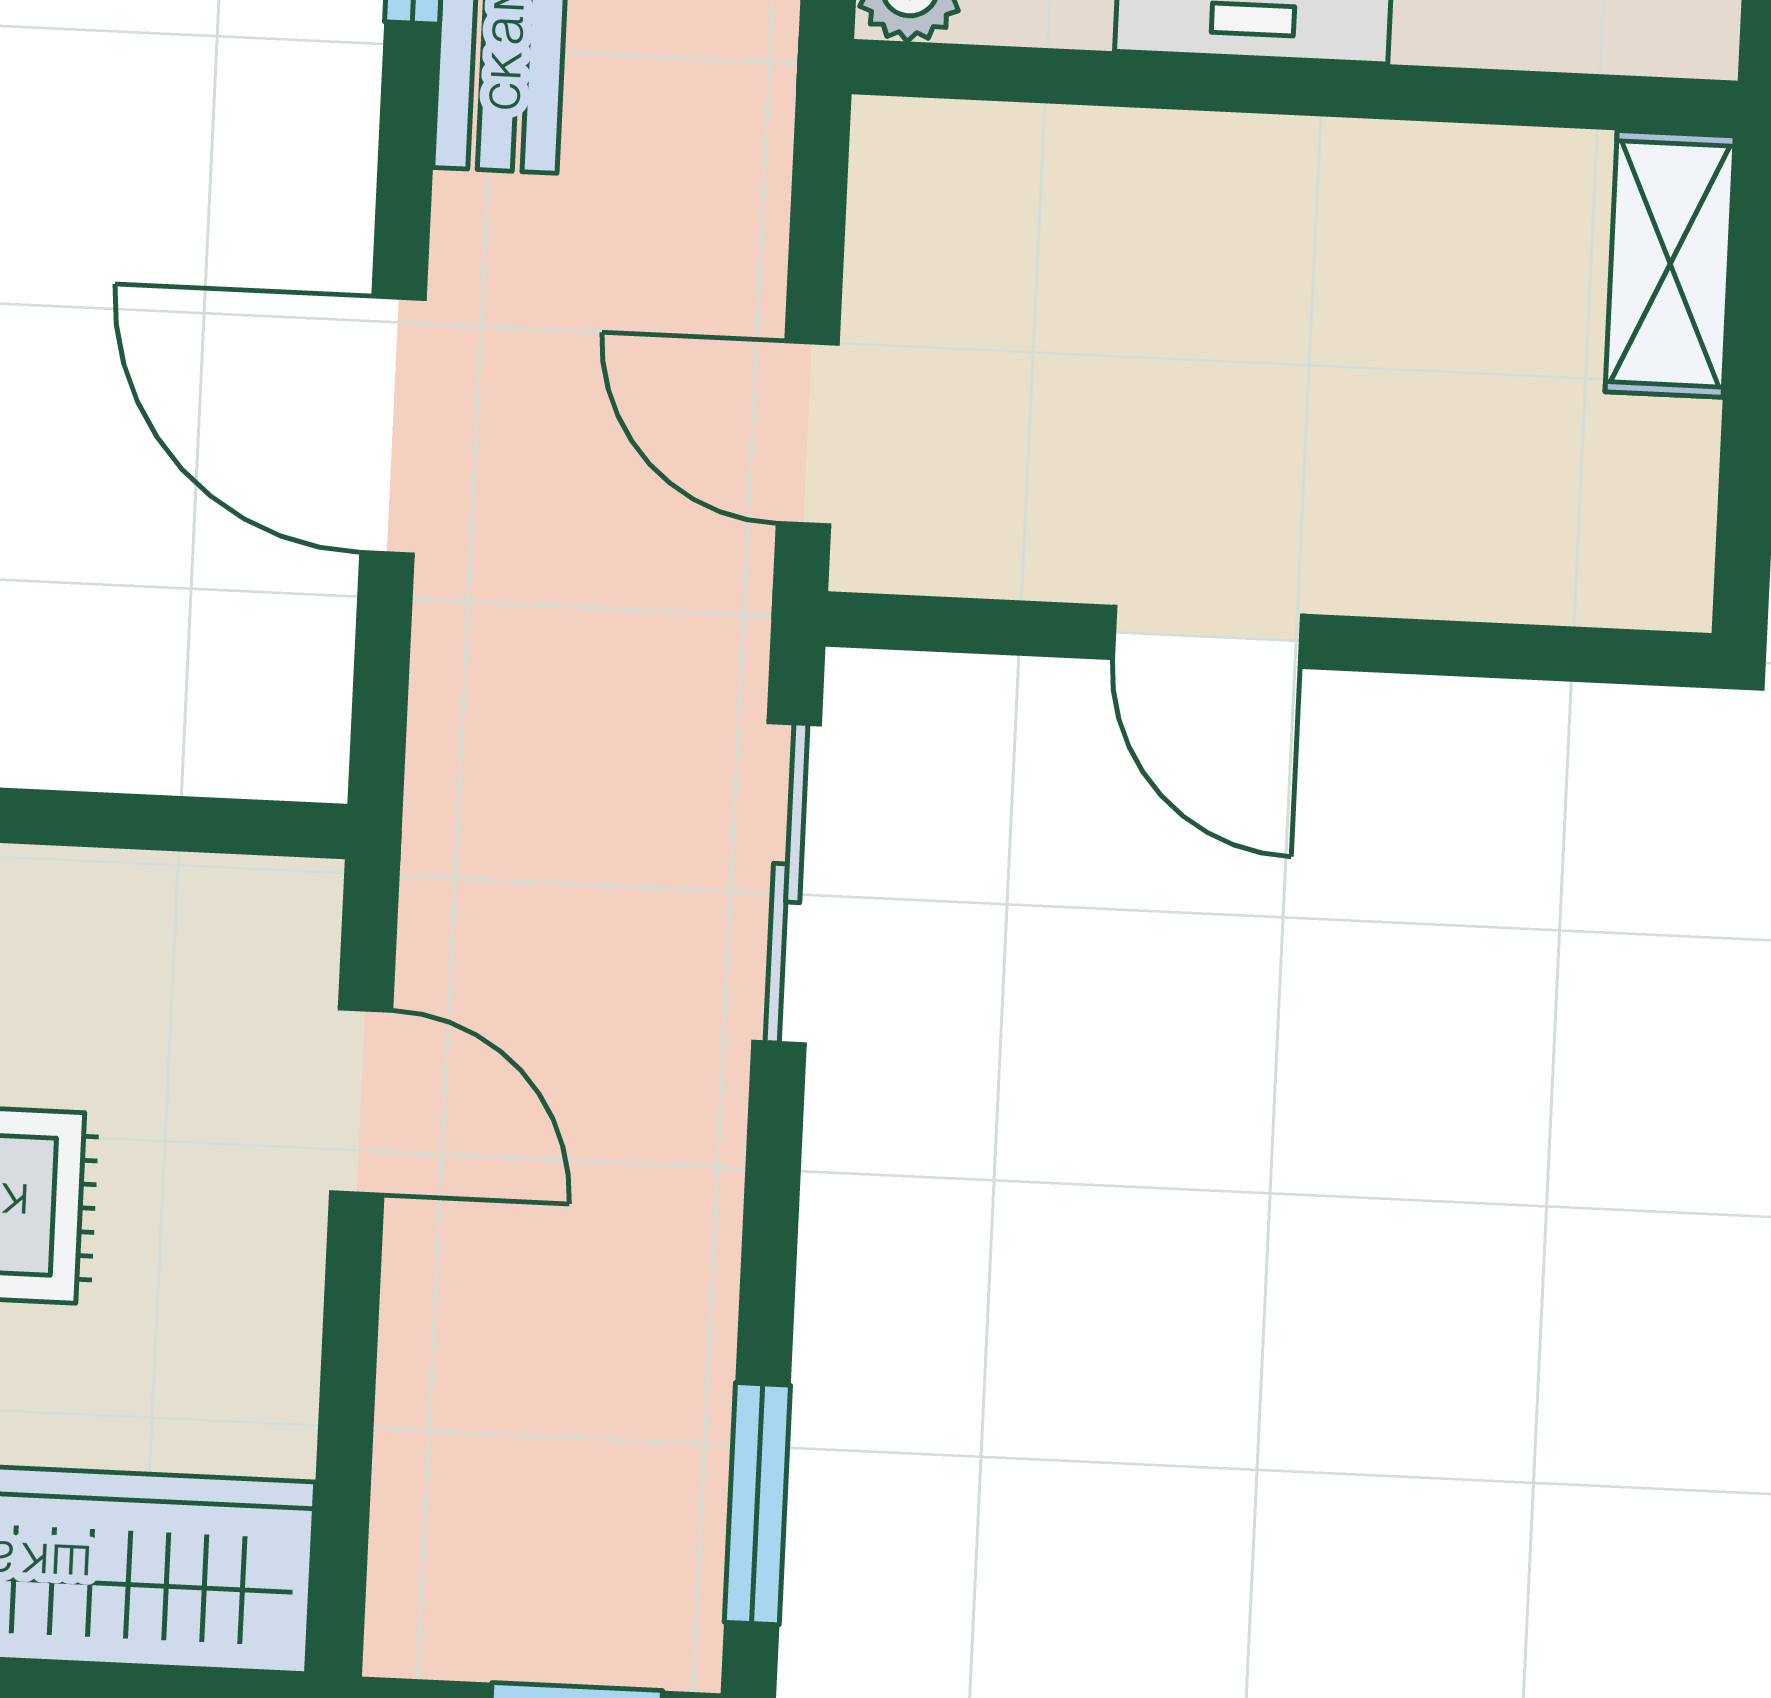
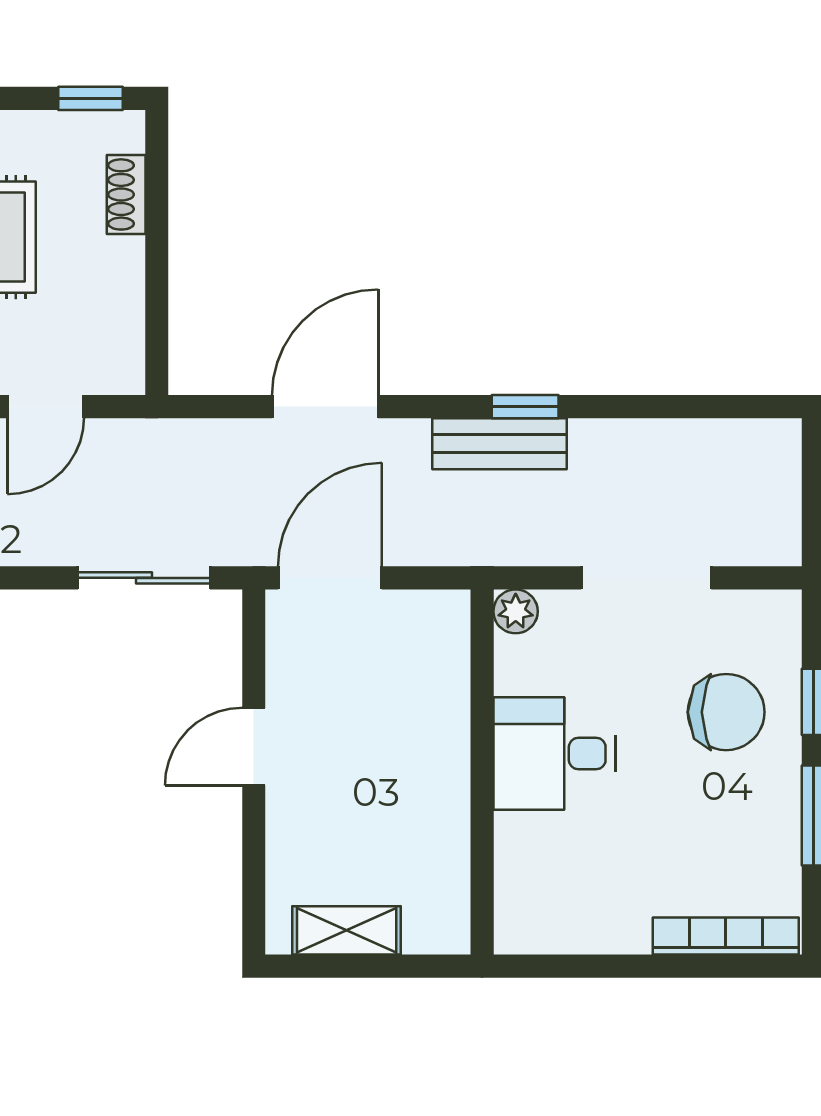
shelving: (1670, 264) -> (347, 930), moved
door: (808, 433) -> (330, 578), width x1.38

